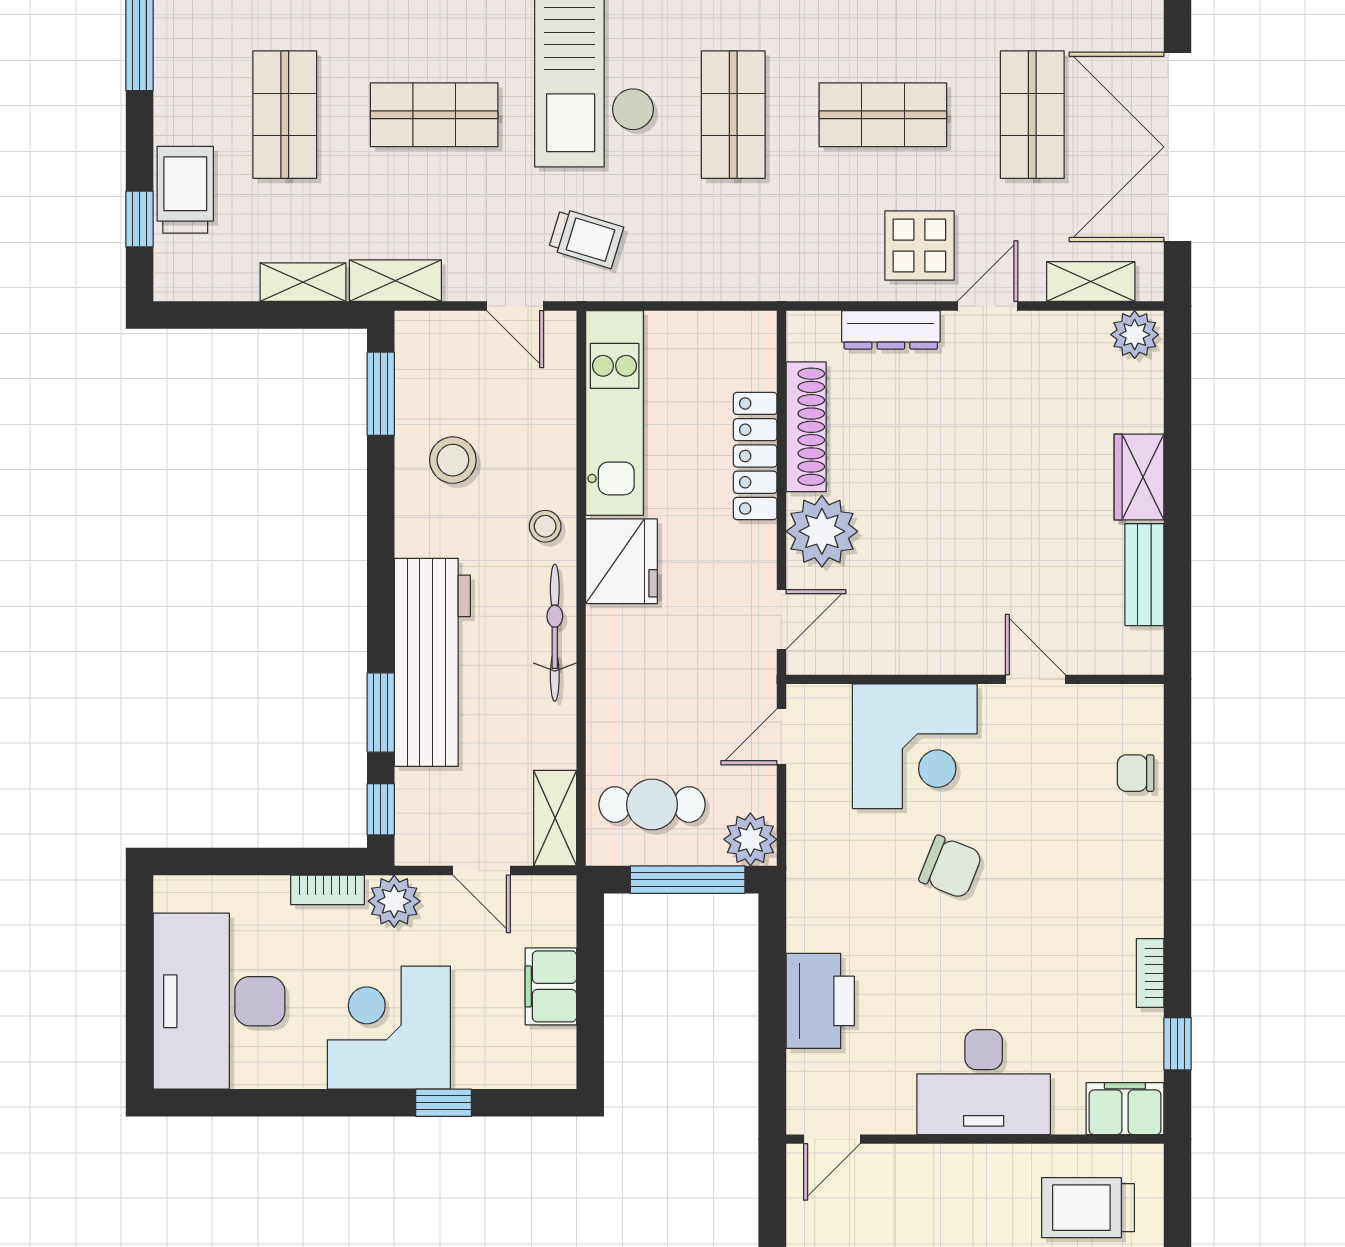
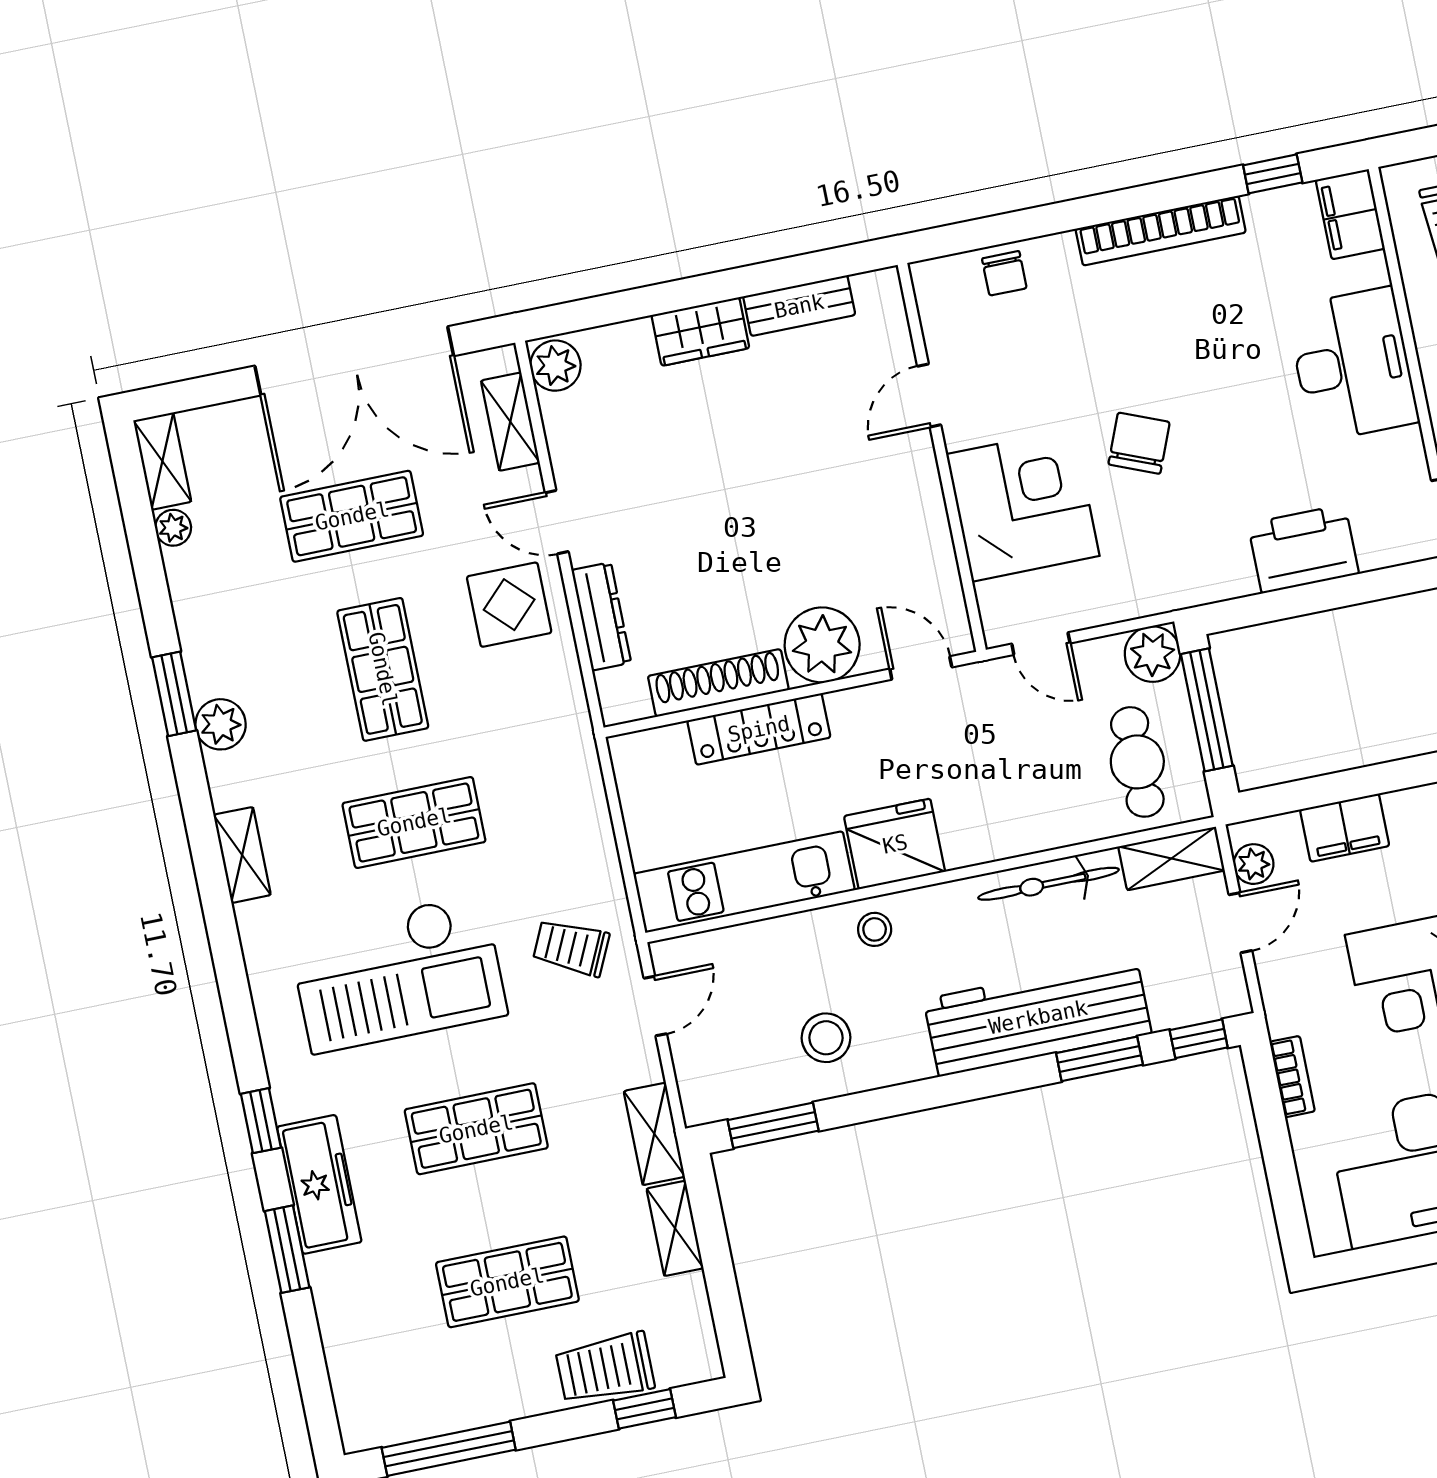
shop shelf: (434, 115) -> (476, 1129), turned 90
trolley: (586, 238) -> (571, 948), turned -82
bicycle: (555, 633) -> (1049, 884), moved
plant: (394, 901) -> (1254, 864), moved, width x0.73, depth x0.73
bookcase: (1150, 973) -> (1161, 231), width x2.31, depth x1.31

